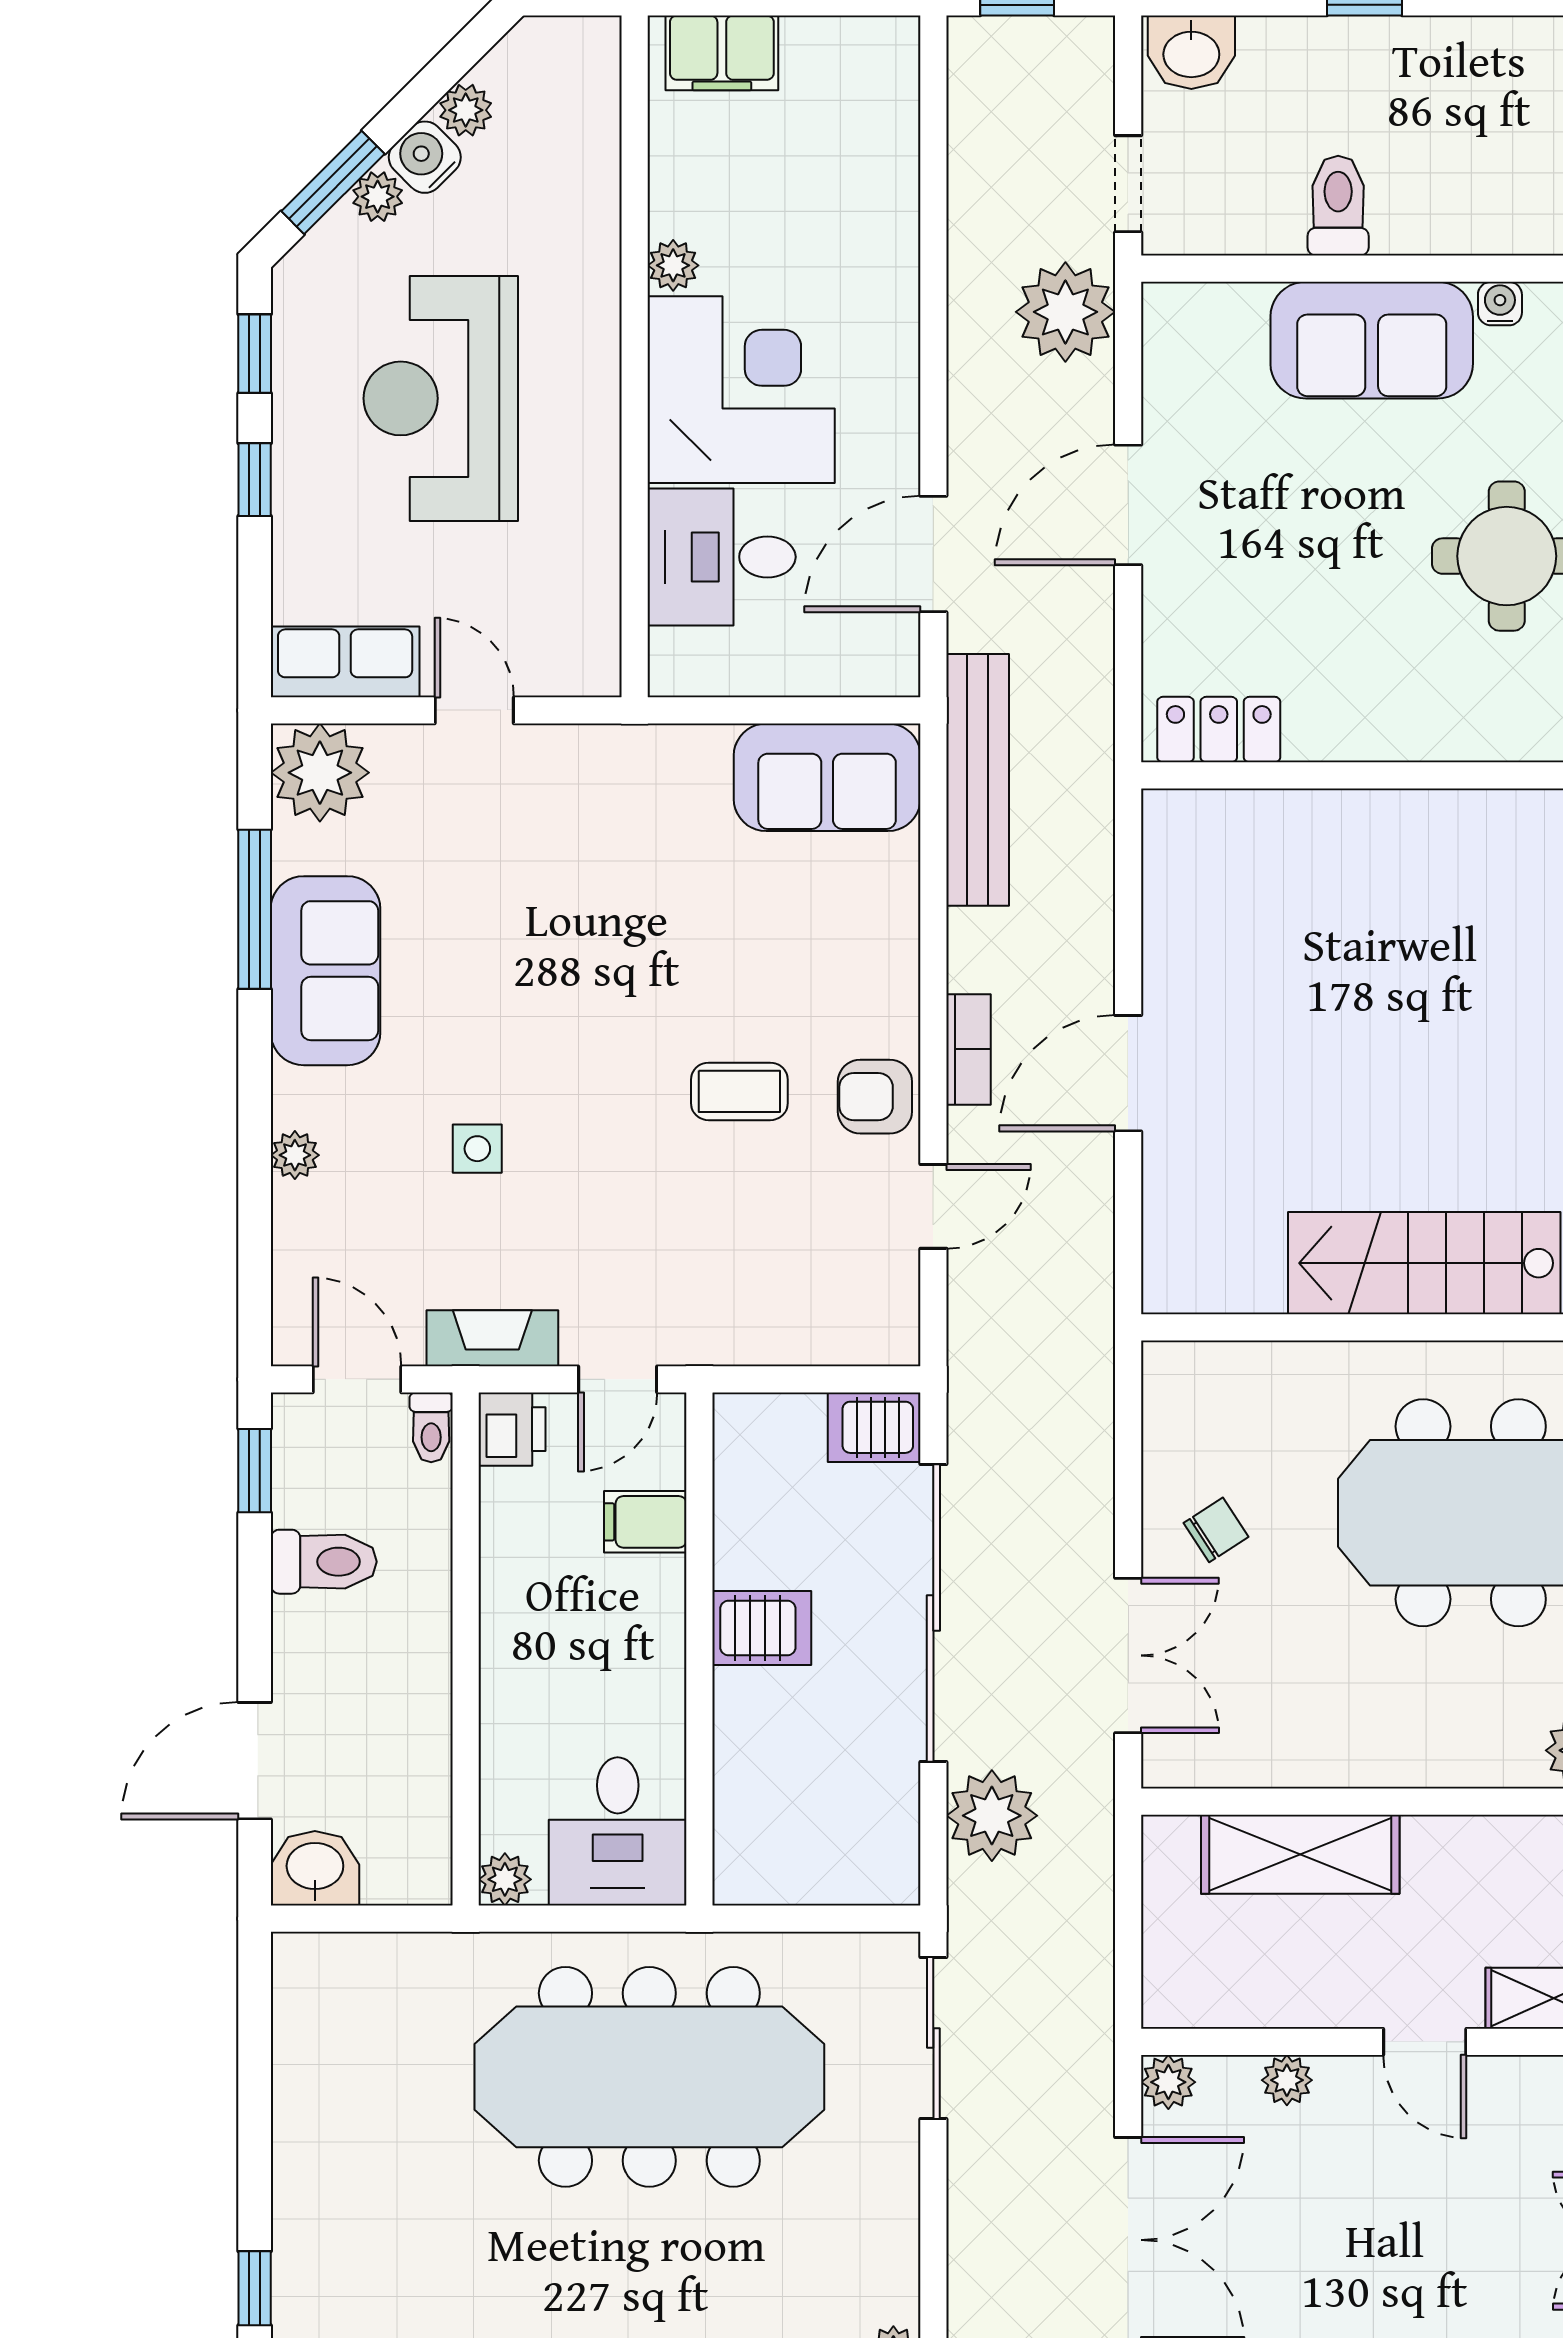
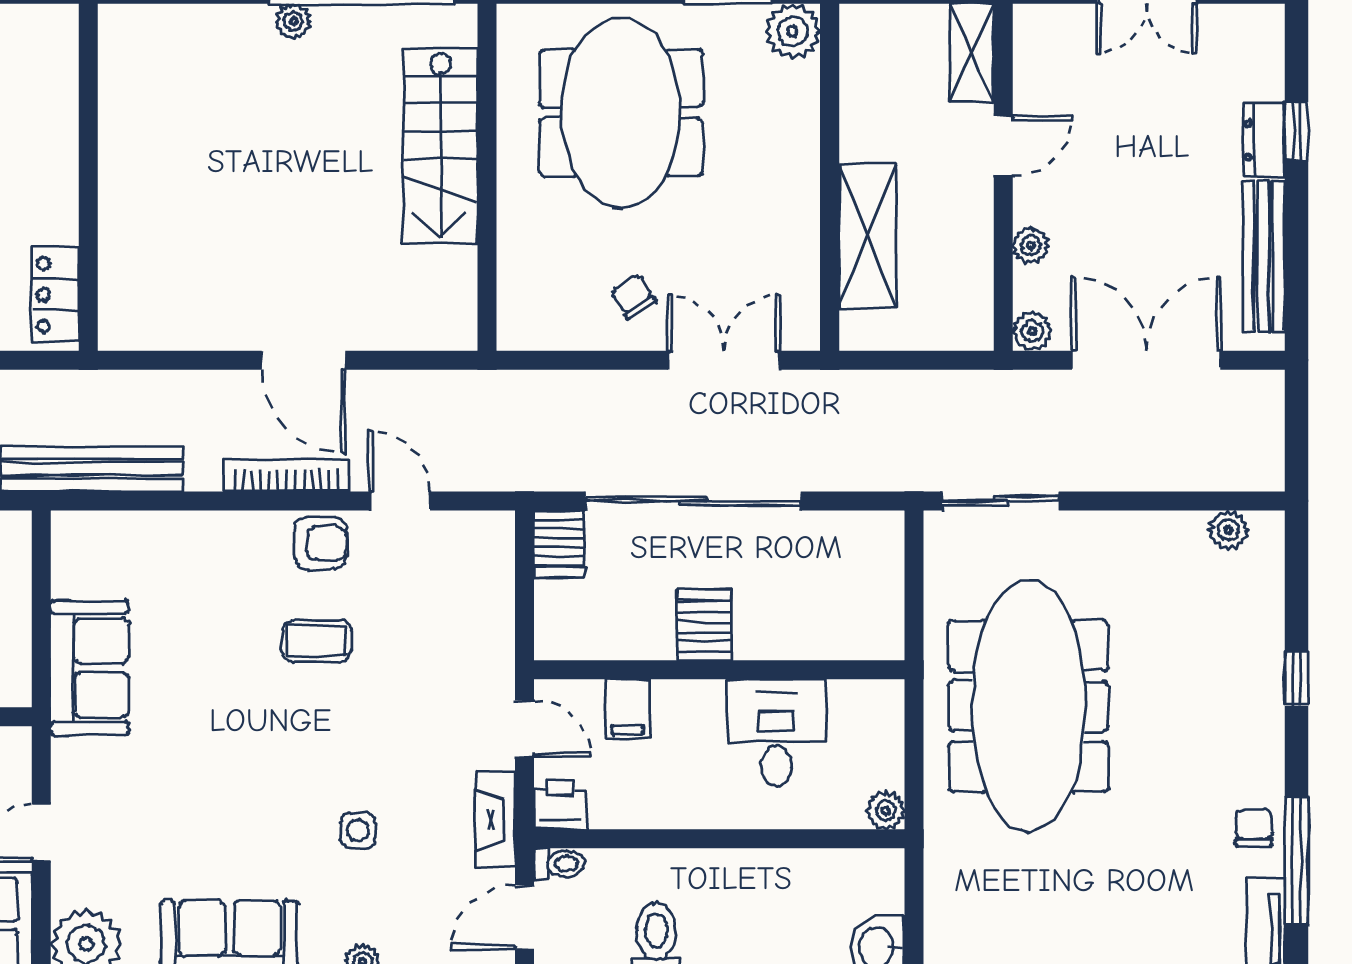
sofa: (827, 777) -> (90, 668), moved
bookcase: (968, 1049) -> (286, 476), width x1.56
coffee table: (739, 1091) -> (317, 641), turned 90
armchair: (875, 1097) -> (320, 543), turned -90
plant: (992, 1816) -> (840, 459), removed
desk: (618, 1831) -> (777, 733), moved, turned -90

